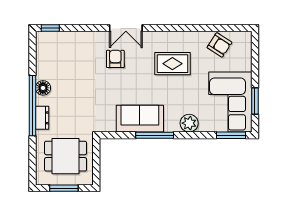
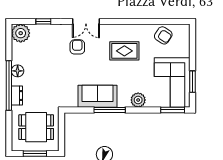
window: (50, 28) -> (43, 21), moved
plant: (47, 42) -> (21, 33), added

